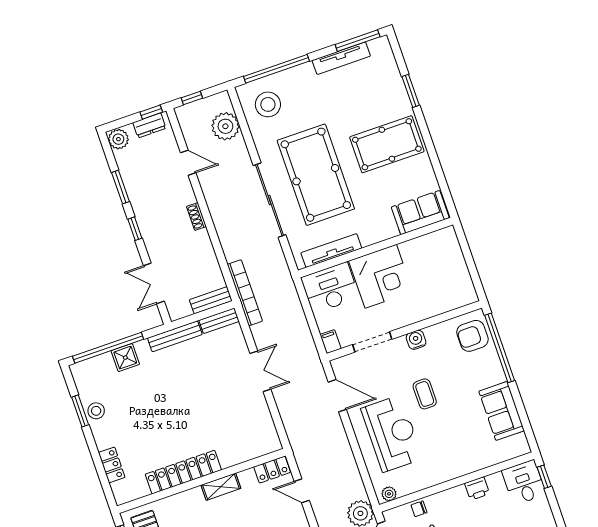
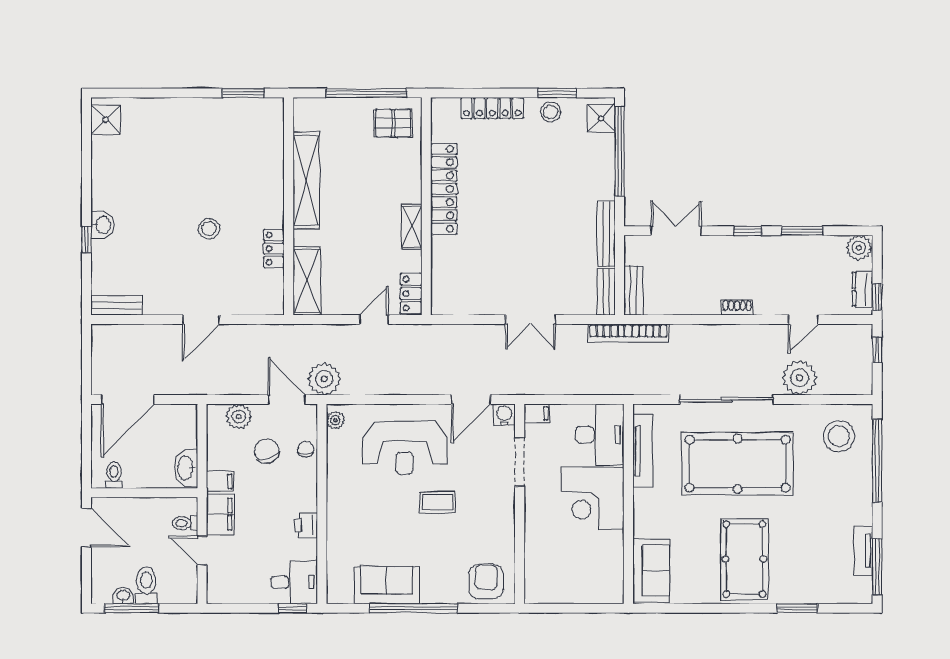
tv unit: (341, 58) -> (863, 551), width x0.71
plant: (225, 126) -> (800, 378), moved
water cooler: (416, 340) -> (504, 415), moved, turned -90
window: (500, 348) -> (414, 608), moved
shower: (125, 358) -> (601, 118), moved
locker: (112, 465) -> (492, 108), width x1.53

